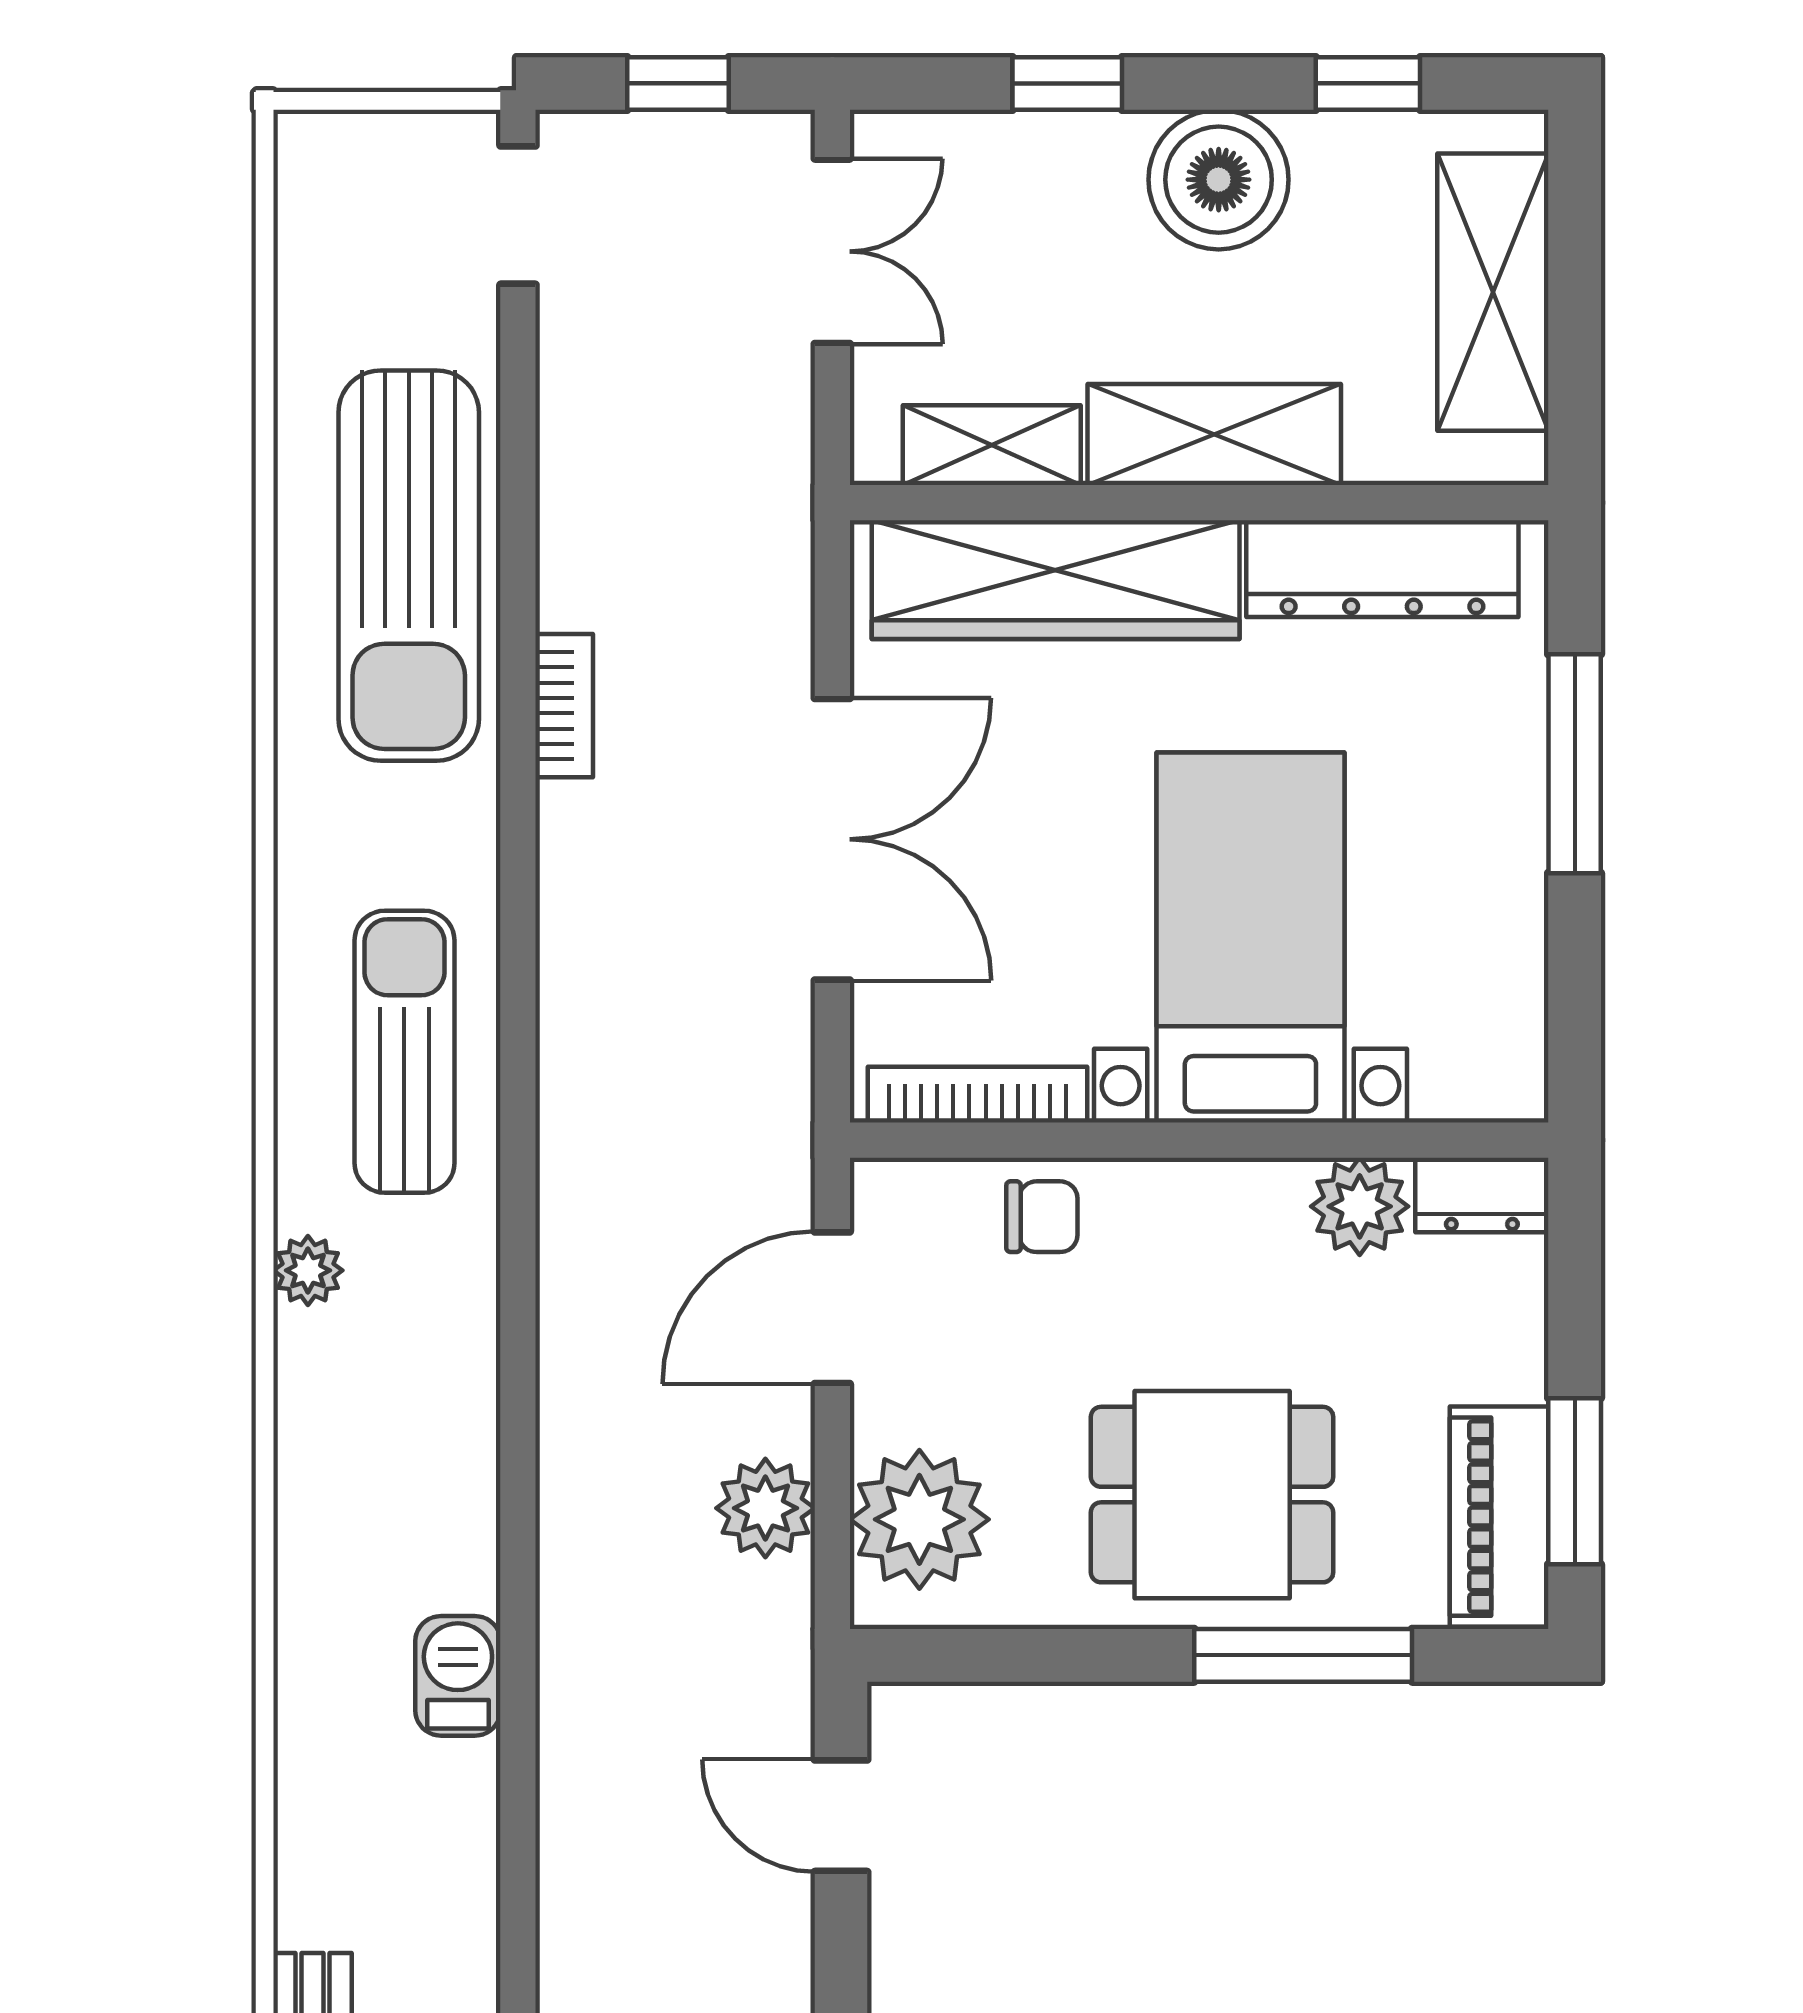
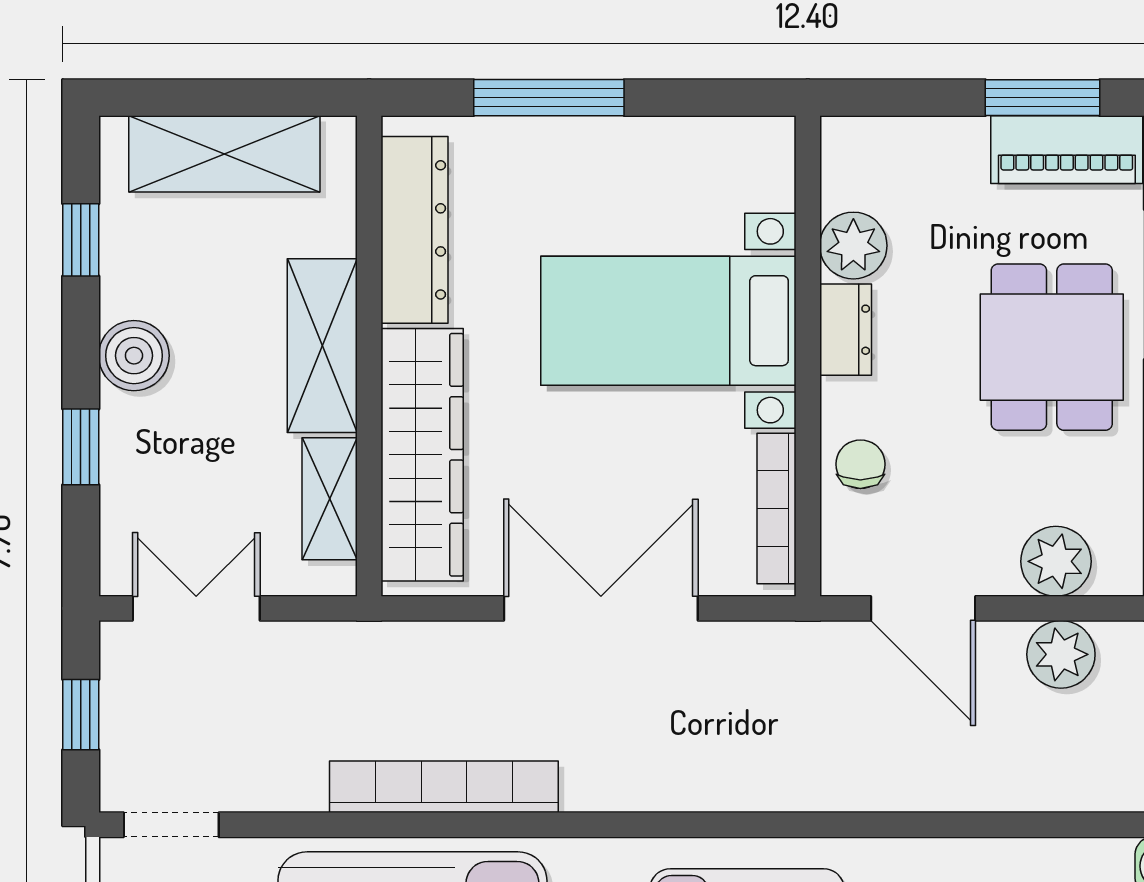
boiler: (1219, 180) -> (134, 356), width x0.73, depth x0.73
bookcase: (564, 706) -> (444, 787), width x2.31, depth x1.31
dresser: (1482, 1195) -> (846, 330), moved
plant: (919, 1519) -> (1056, 561), width x0.73, depth x0.73

